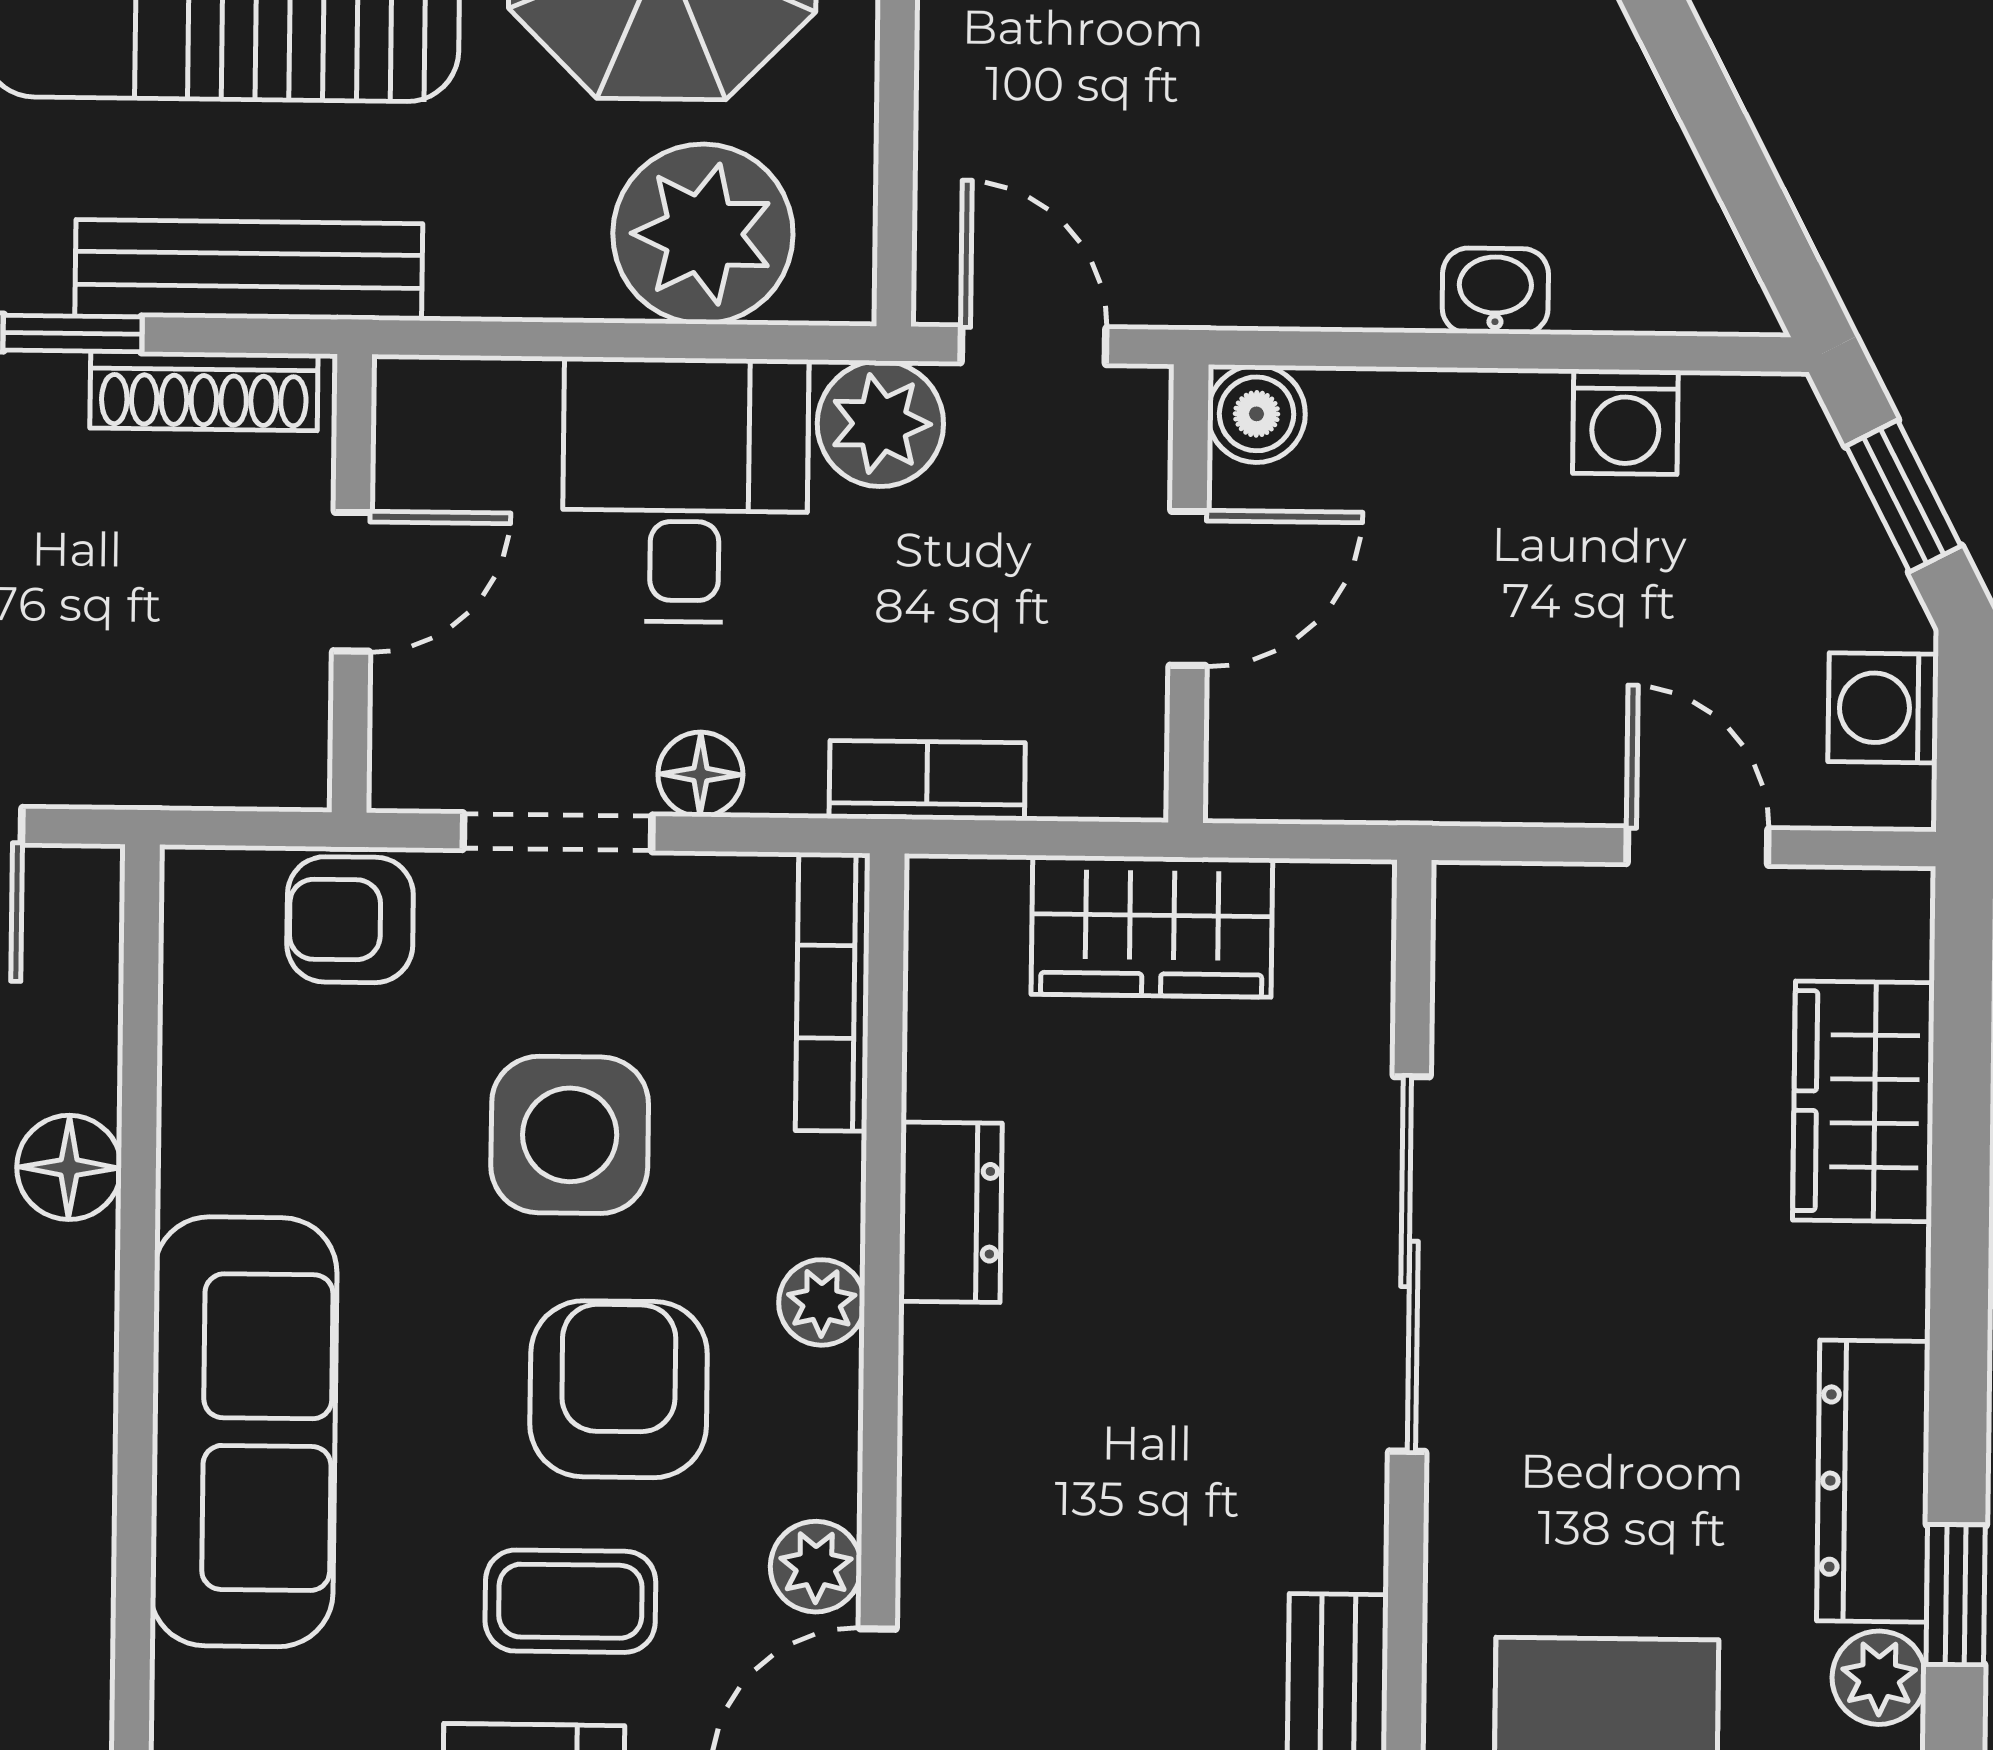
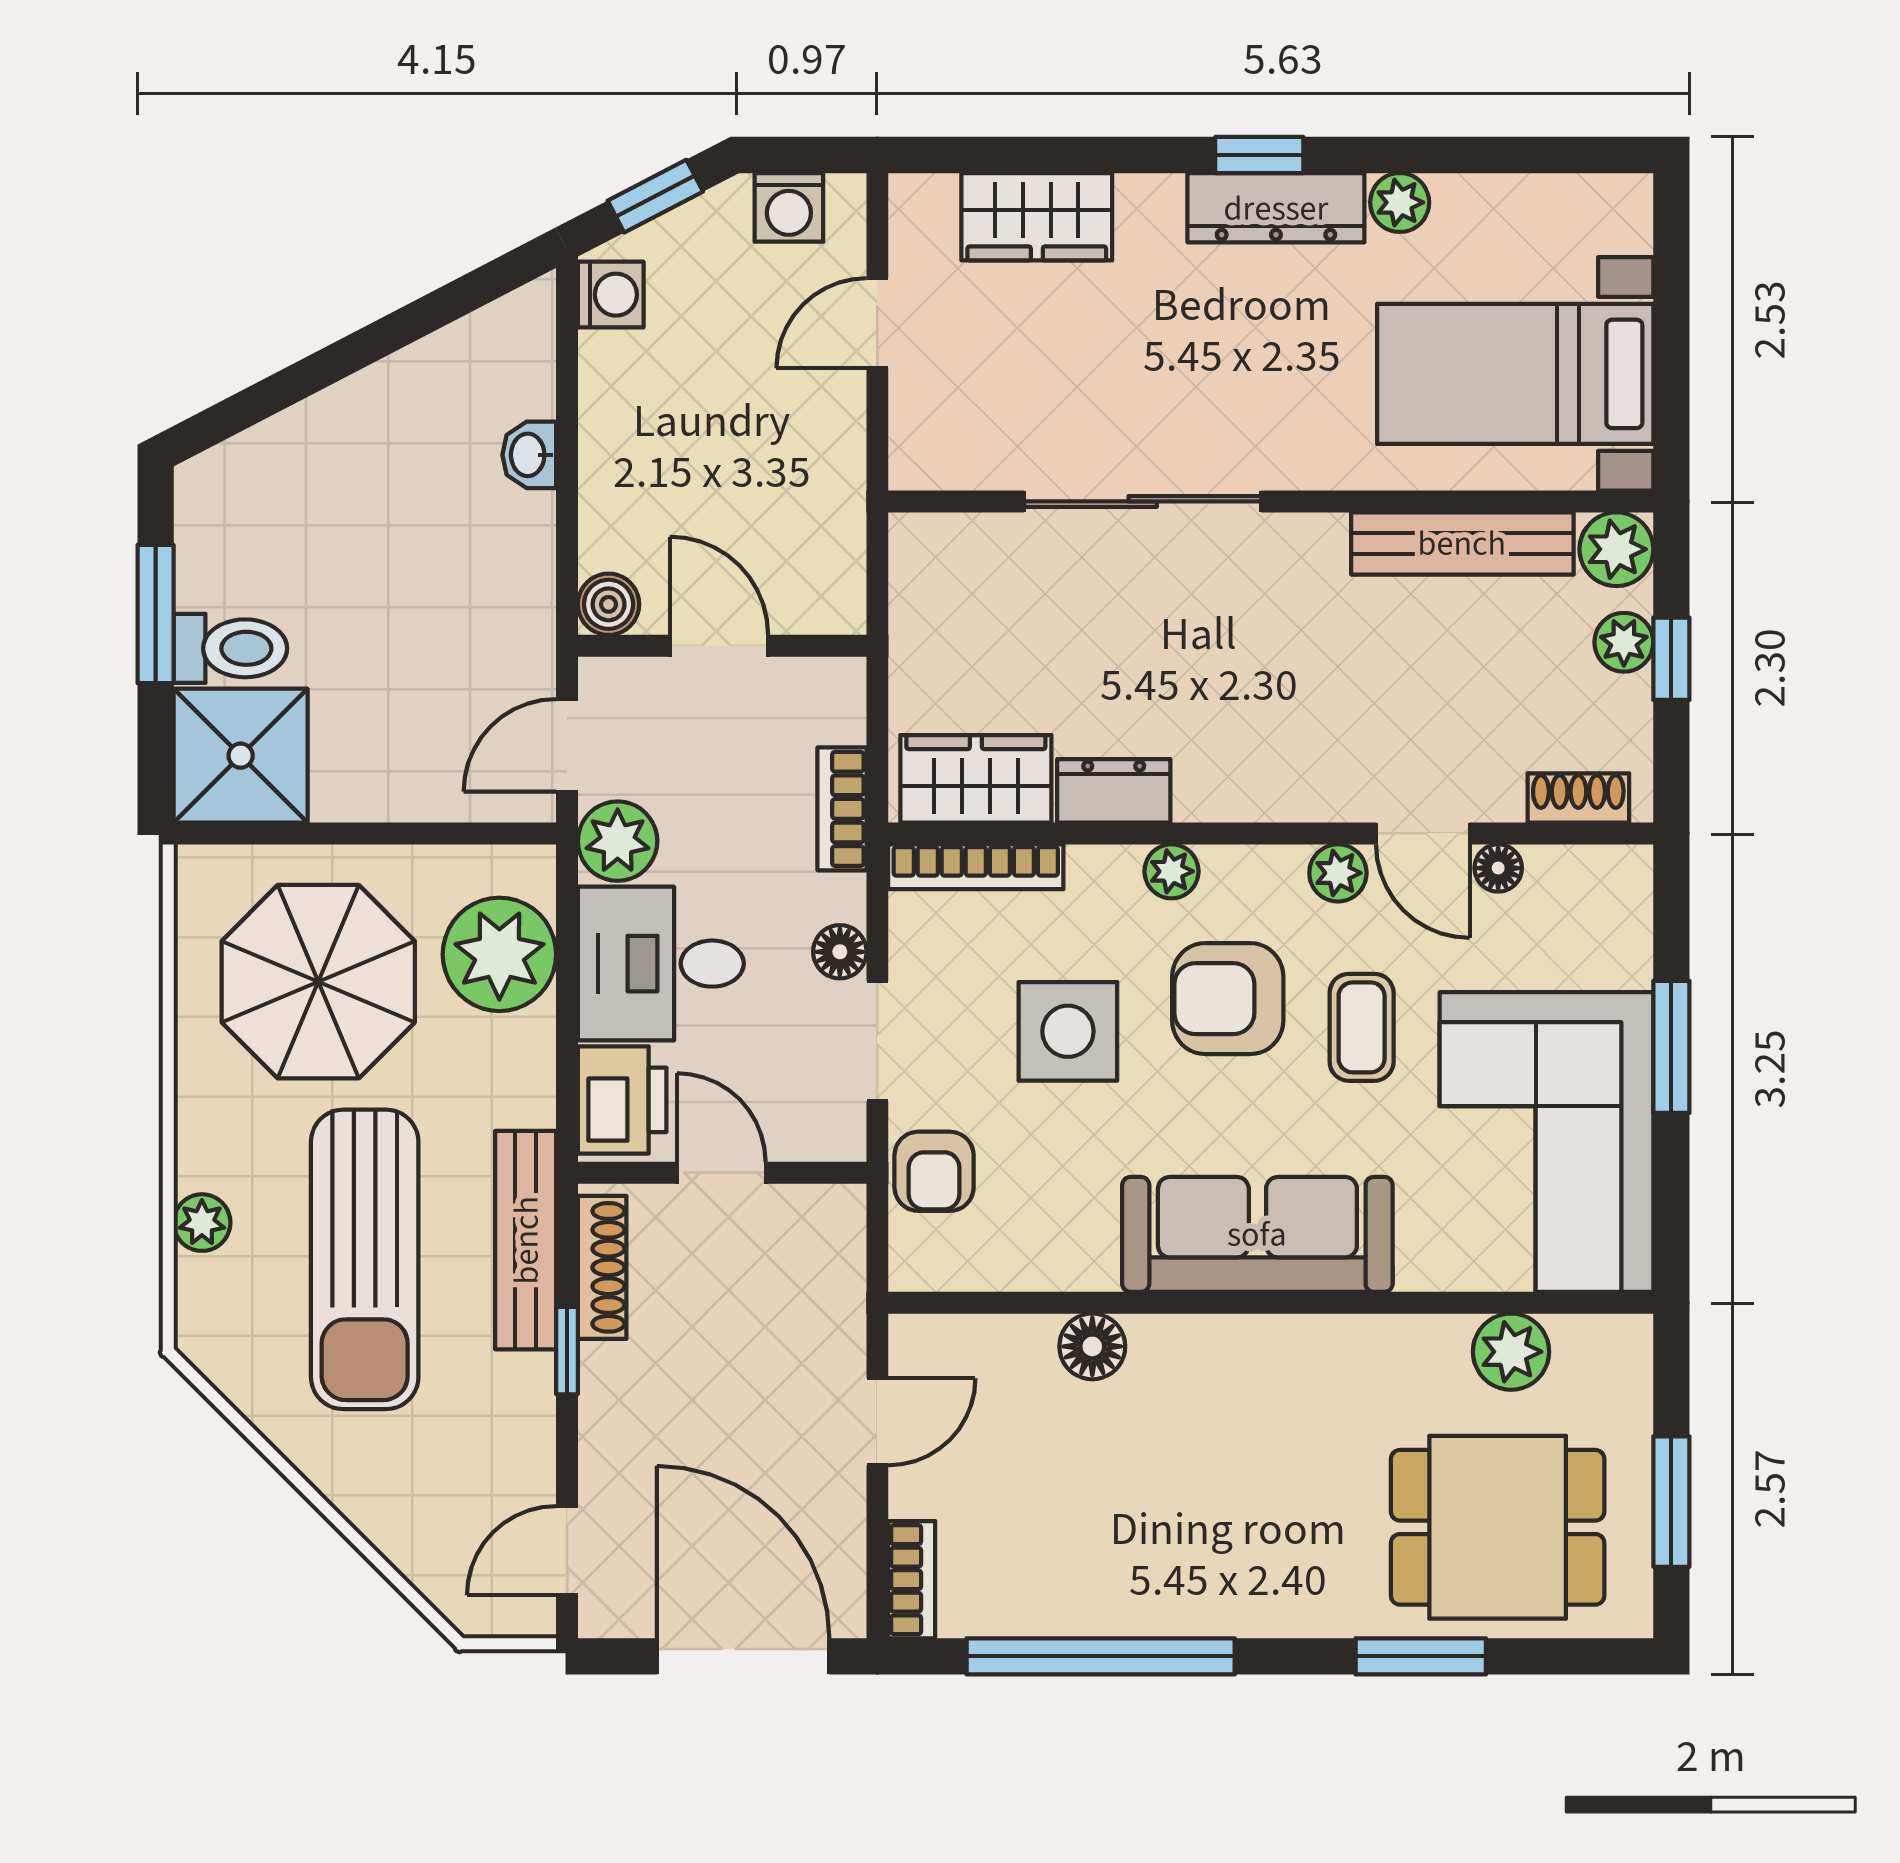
washing machine: (1625, 422) -> (611, 295), moved
printer: (469, 426) -> (622, 1100), added
wardrobe: (1152, 926) -> (976, 779), moved, turned -90
window: (1956, 1595) -> (1259, 155), moved

